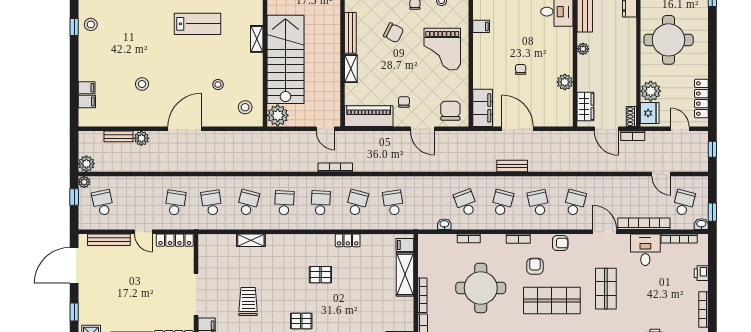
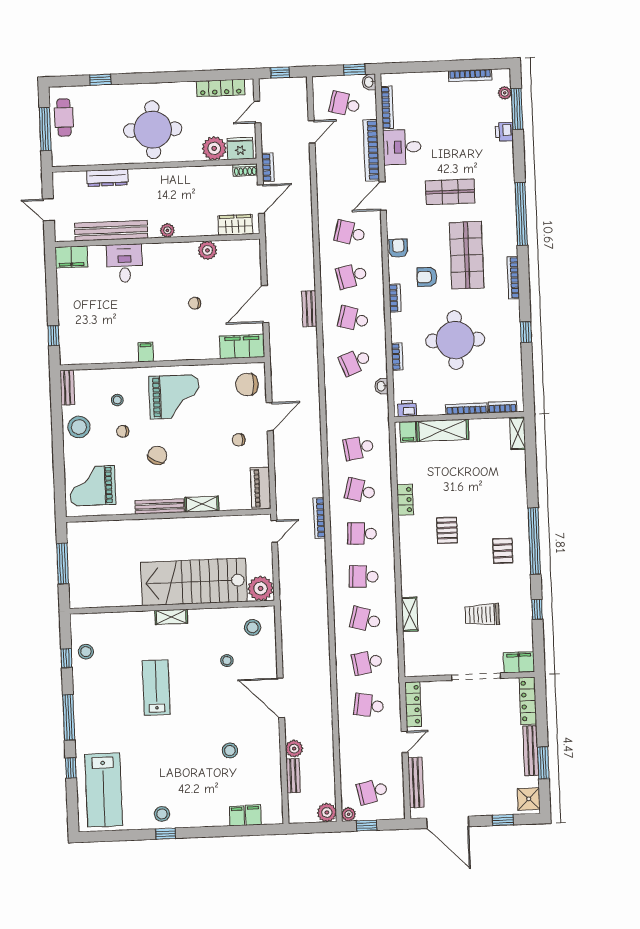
piano: (369, 116) -> (261, 488), width x0.73, depth x0.75
printer: (701, 273) -> (407, 408), moved, turned 180

